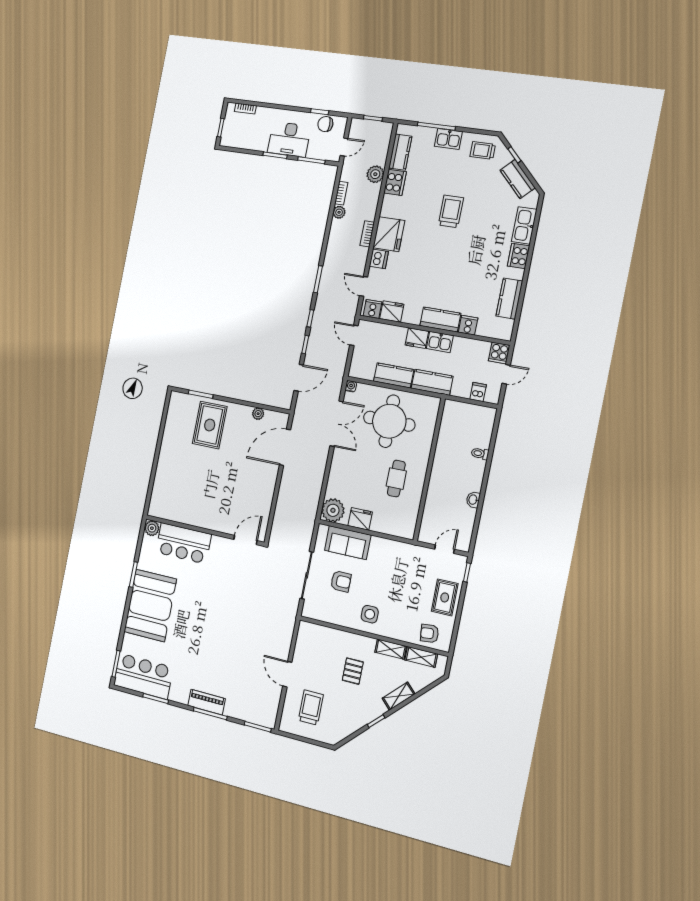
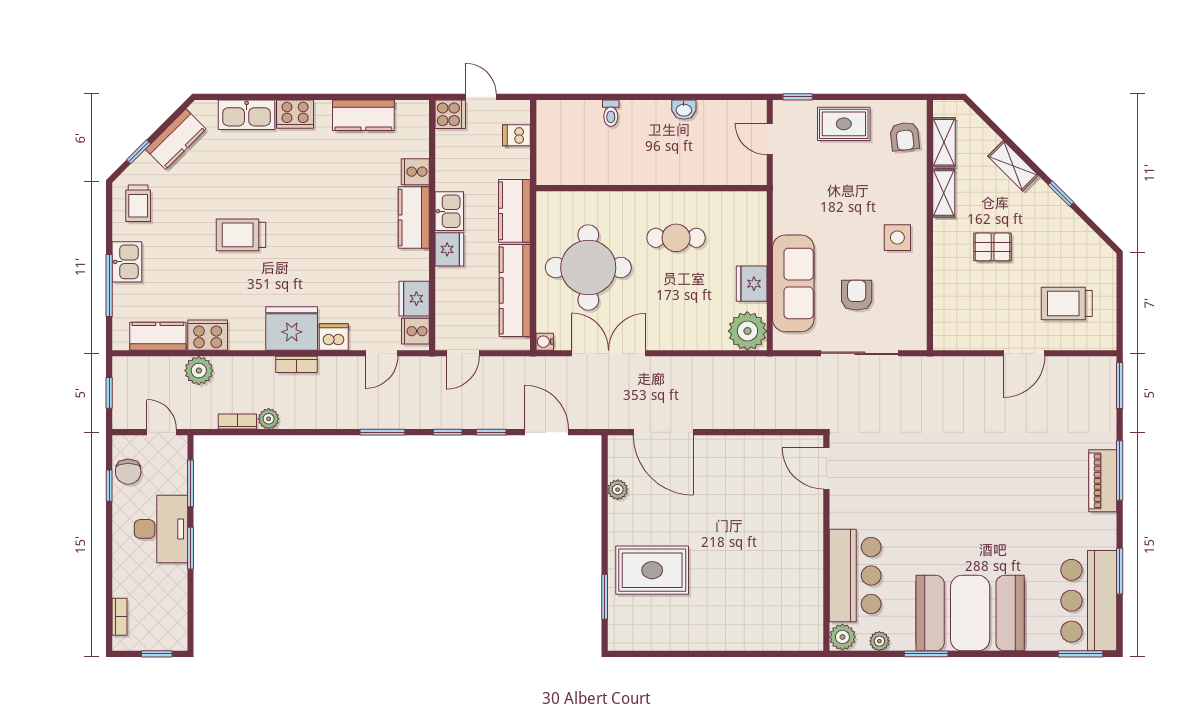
kitchen counter: (394, 375) -> (515, 290), width x1.50
sofa: (348, 543) -> (793, 283), width x1.36
plant: (146, 549) -> (879, 641), added

